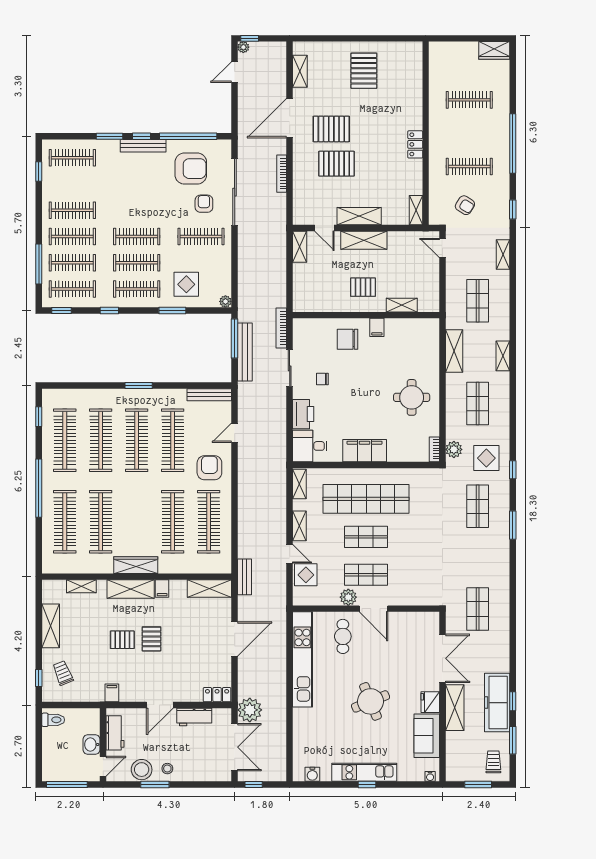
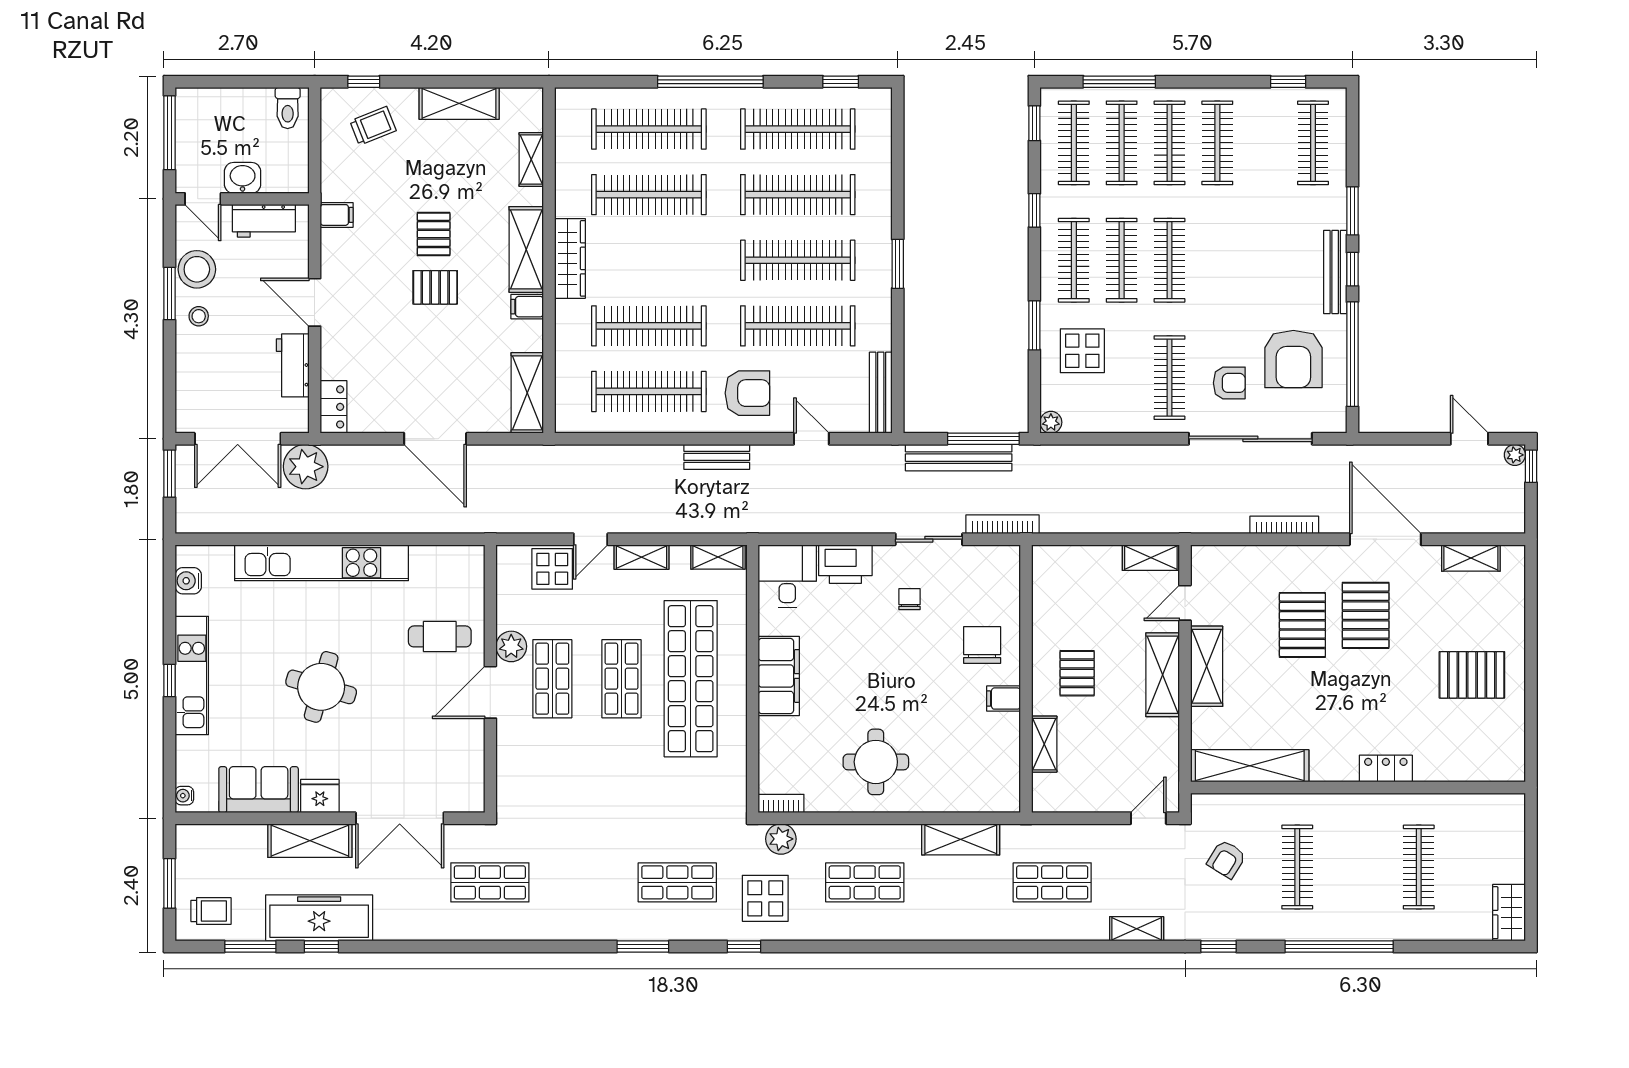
locker: (415, 144) -> (1386, 769), moved
shelving: (416, 210) -> (1250, 766), width x2.20, depth x1.33
shelving: (503, 356) -> (952, 929), removed
bench: (244, 577) -> (717, 457), moved
kitchen unit: (302, 659) -> (322, 563), moved
round table: (370, 701) -> (321, 687), turned 38
window: (254, 785) -> (170, 474), width x1.50

